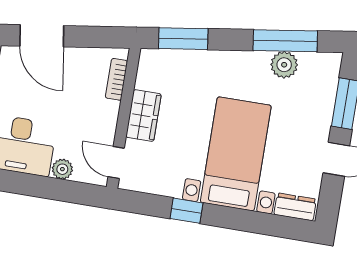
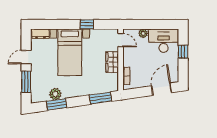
door: (42, 36) -> (162, 89), hinge flipped
window: (285, 41) -> (57, 104), width x0.69

